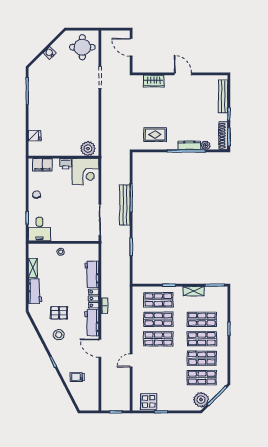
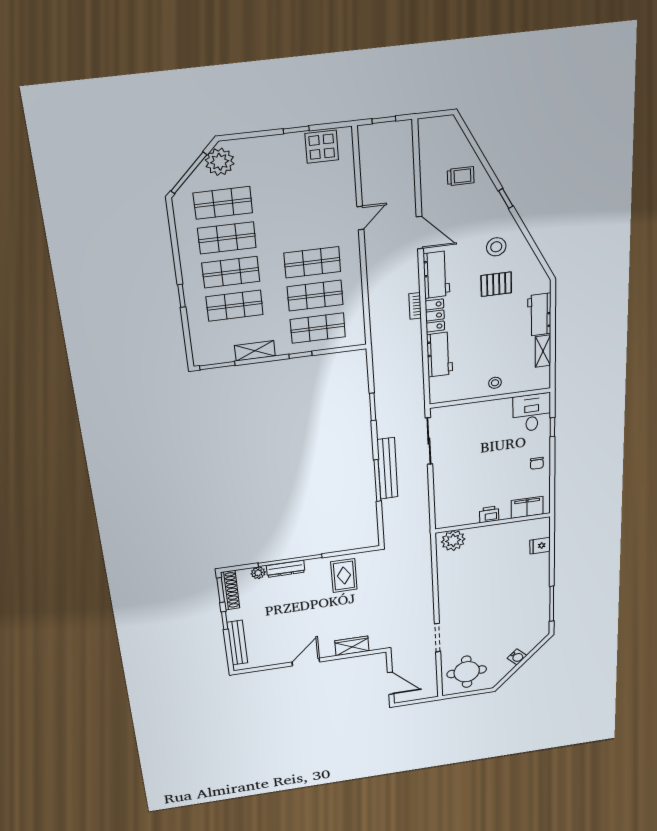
door: (183, 74) -> (306, 662), swing flipped
rug: (155, 135) -> (344, 576), turned 90
corner desk: (85, 172) -> (456, 508), removed

